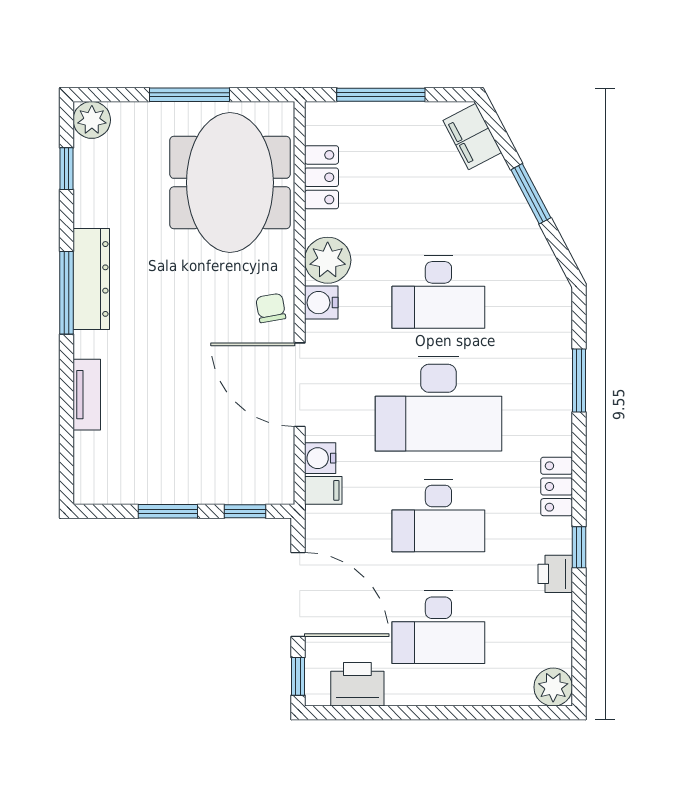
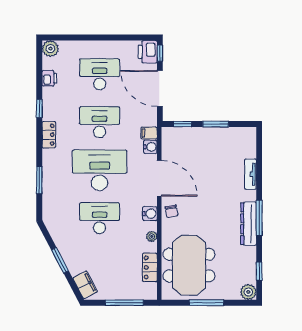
plant: (328, 260) -> (152, 236), width x0.53, depth x0.53
printer: (555, 574) -> (49, 78), moved
printer: (357, 684) -> (148, 52), moved, turned 90

